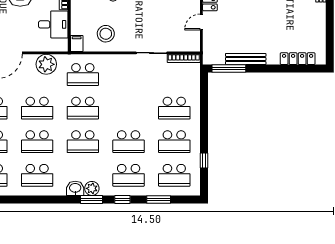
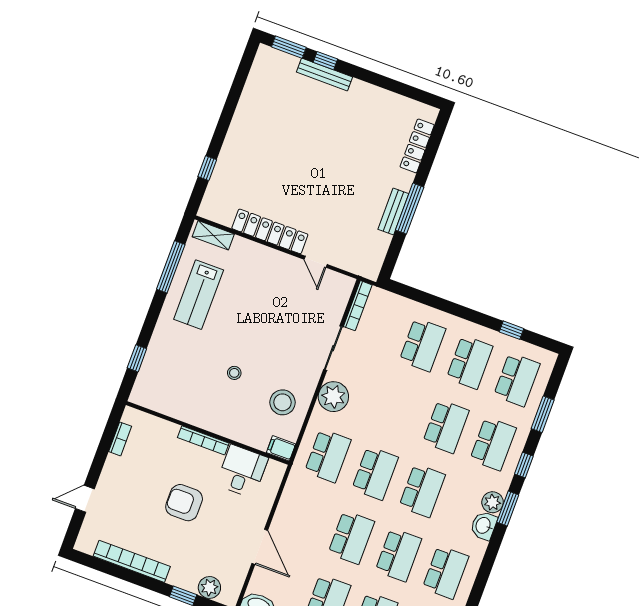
bench: (246, 59) -> (393, 211), width x0.73
plant: (46, 64) -> (333, 397), moved
window: (229, 68) -> (410, 209), moved

